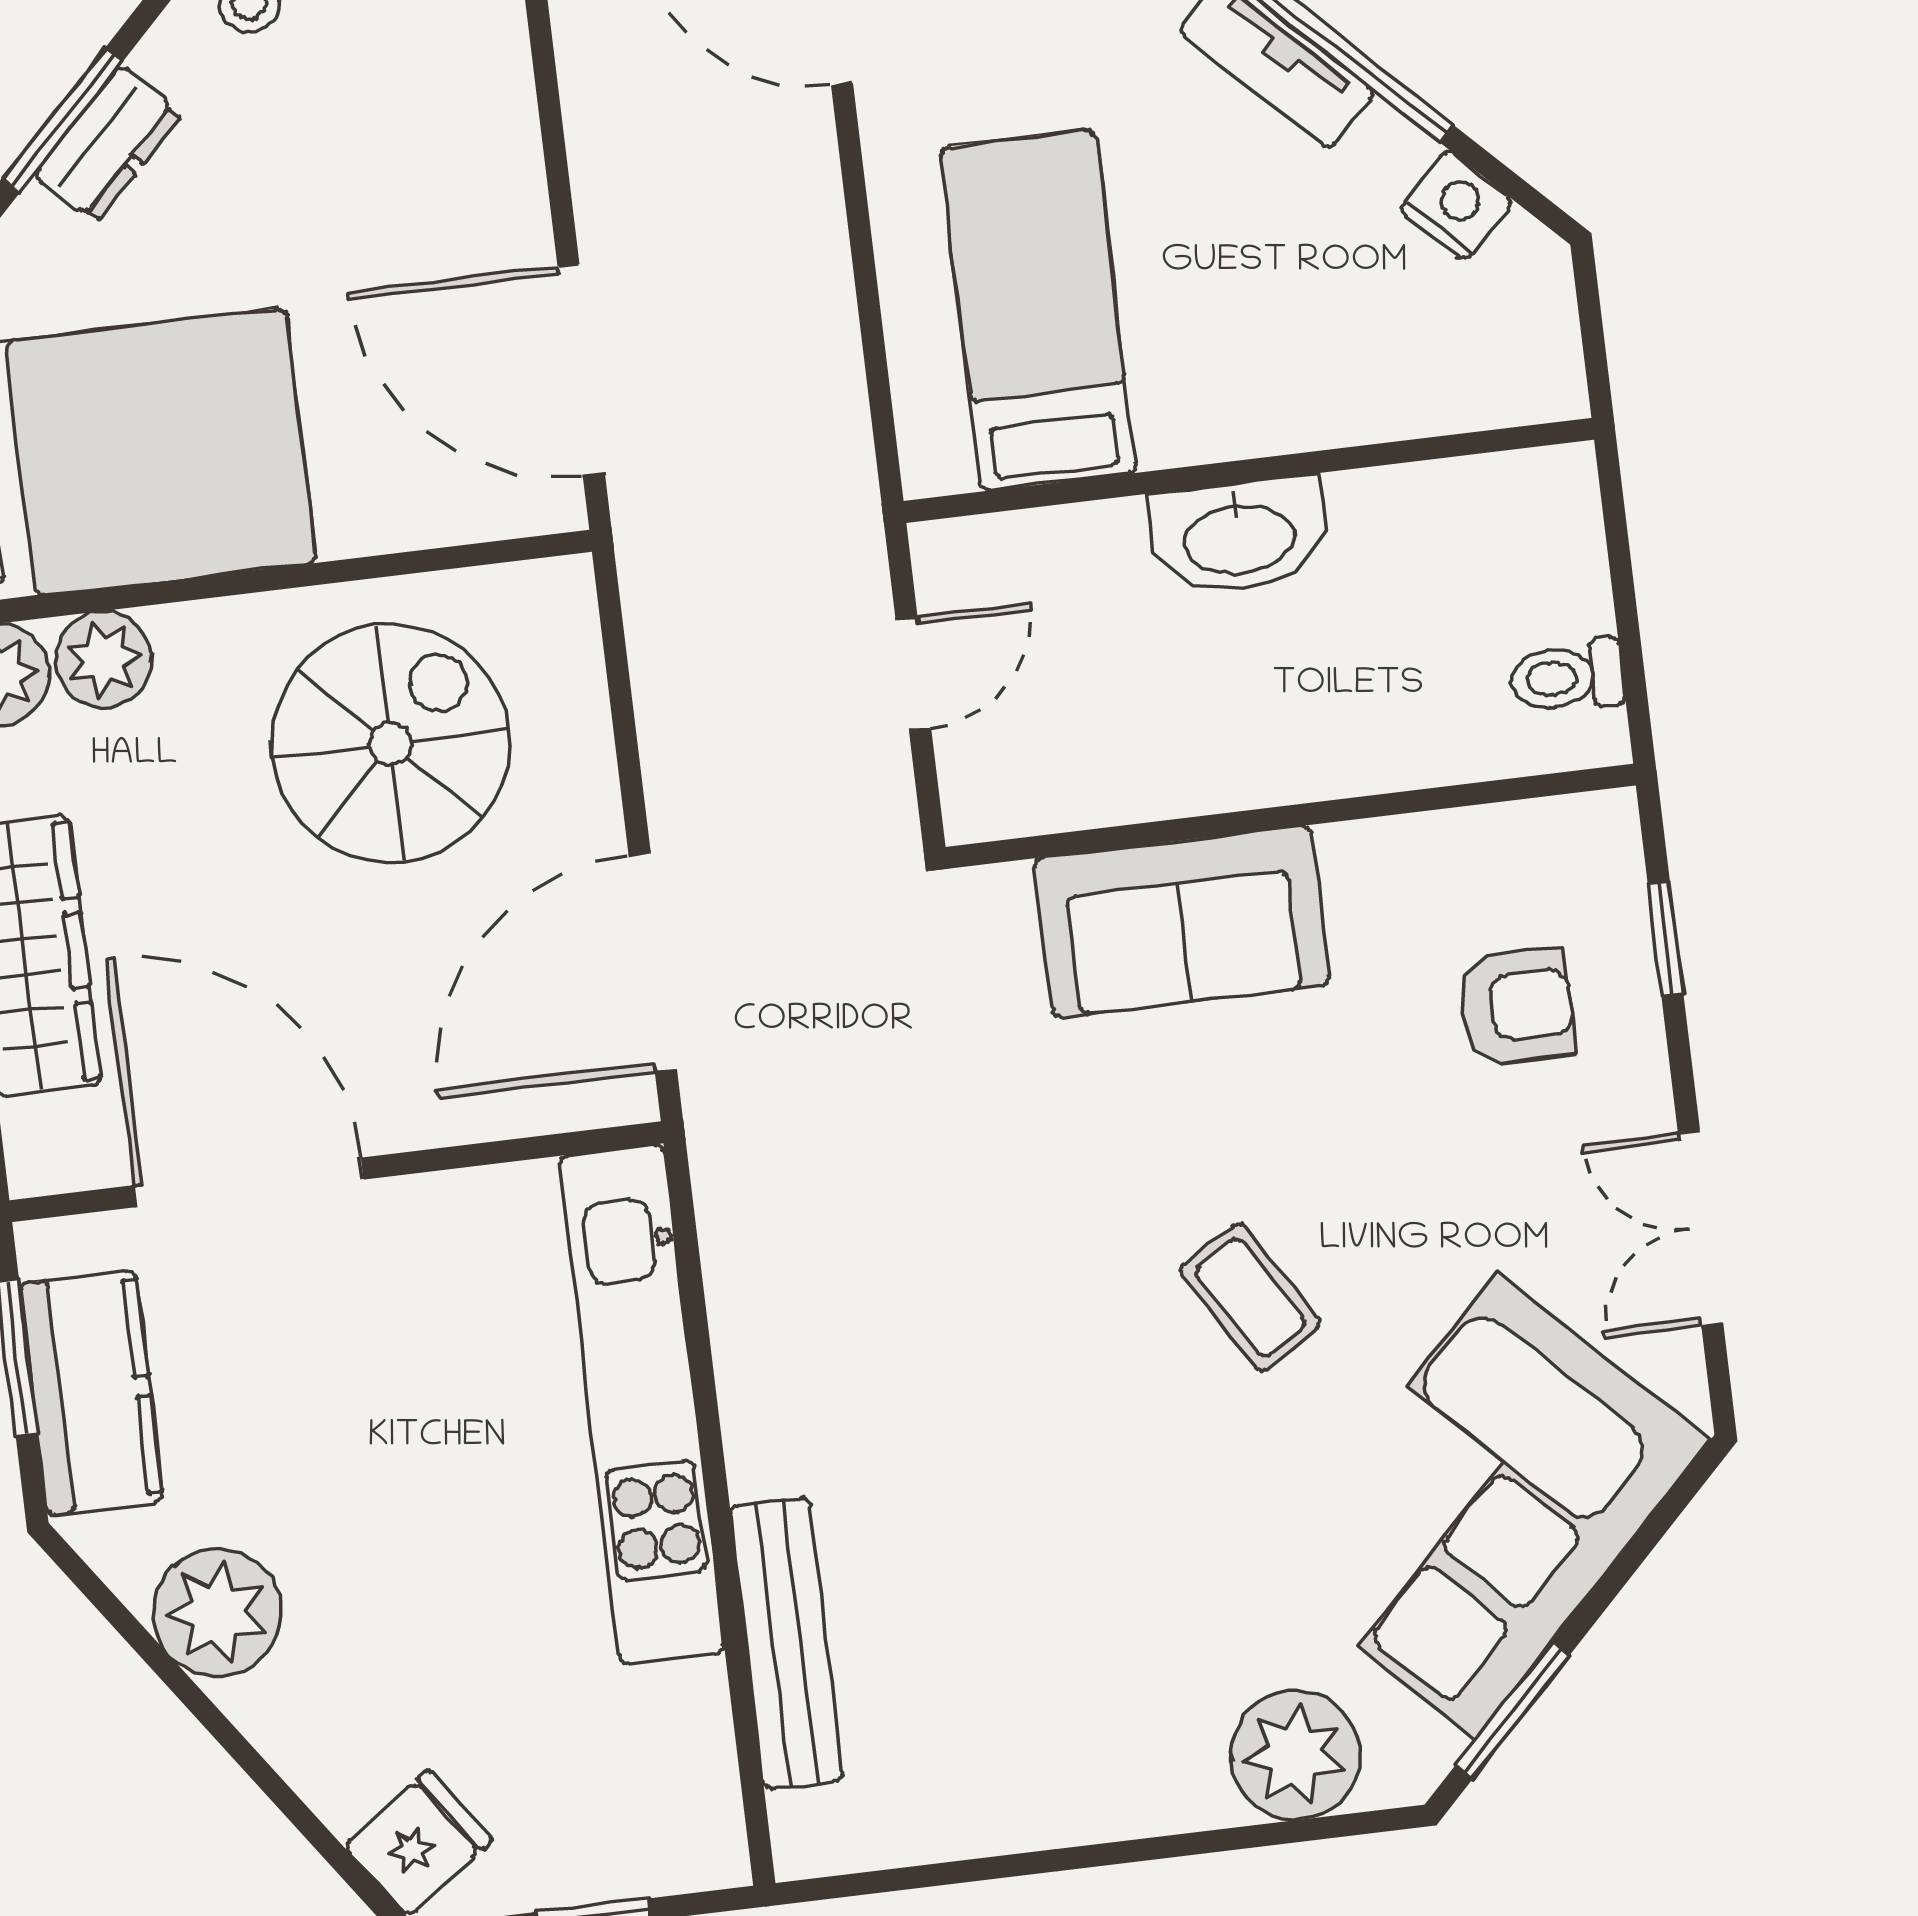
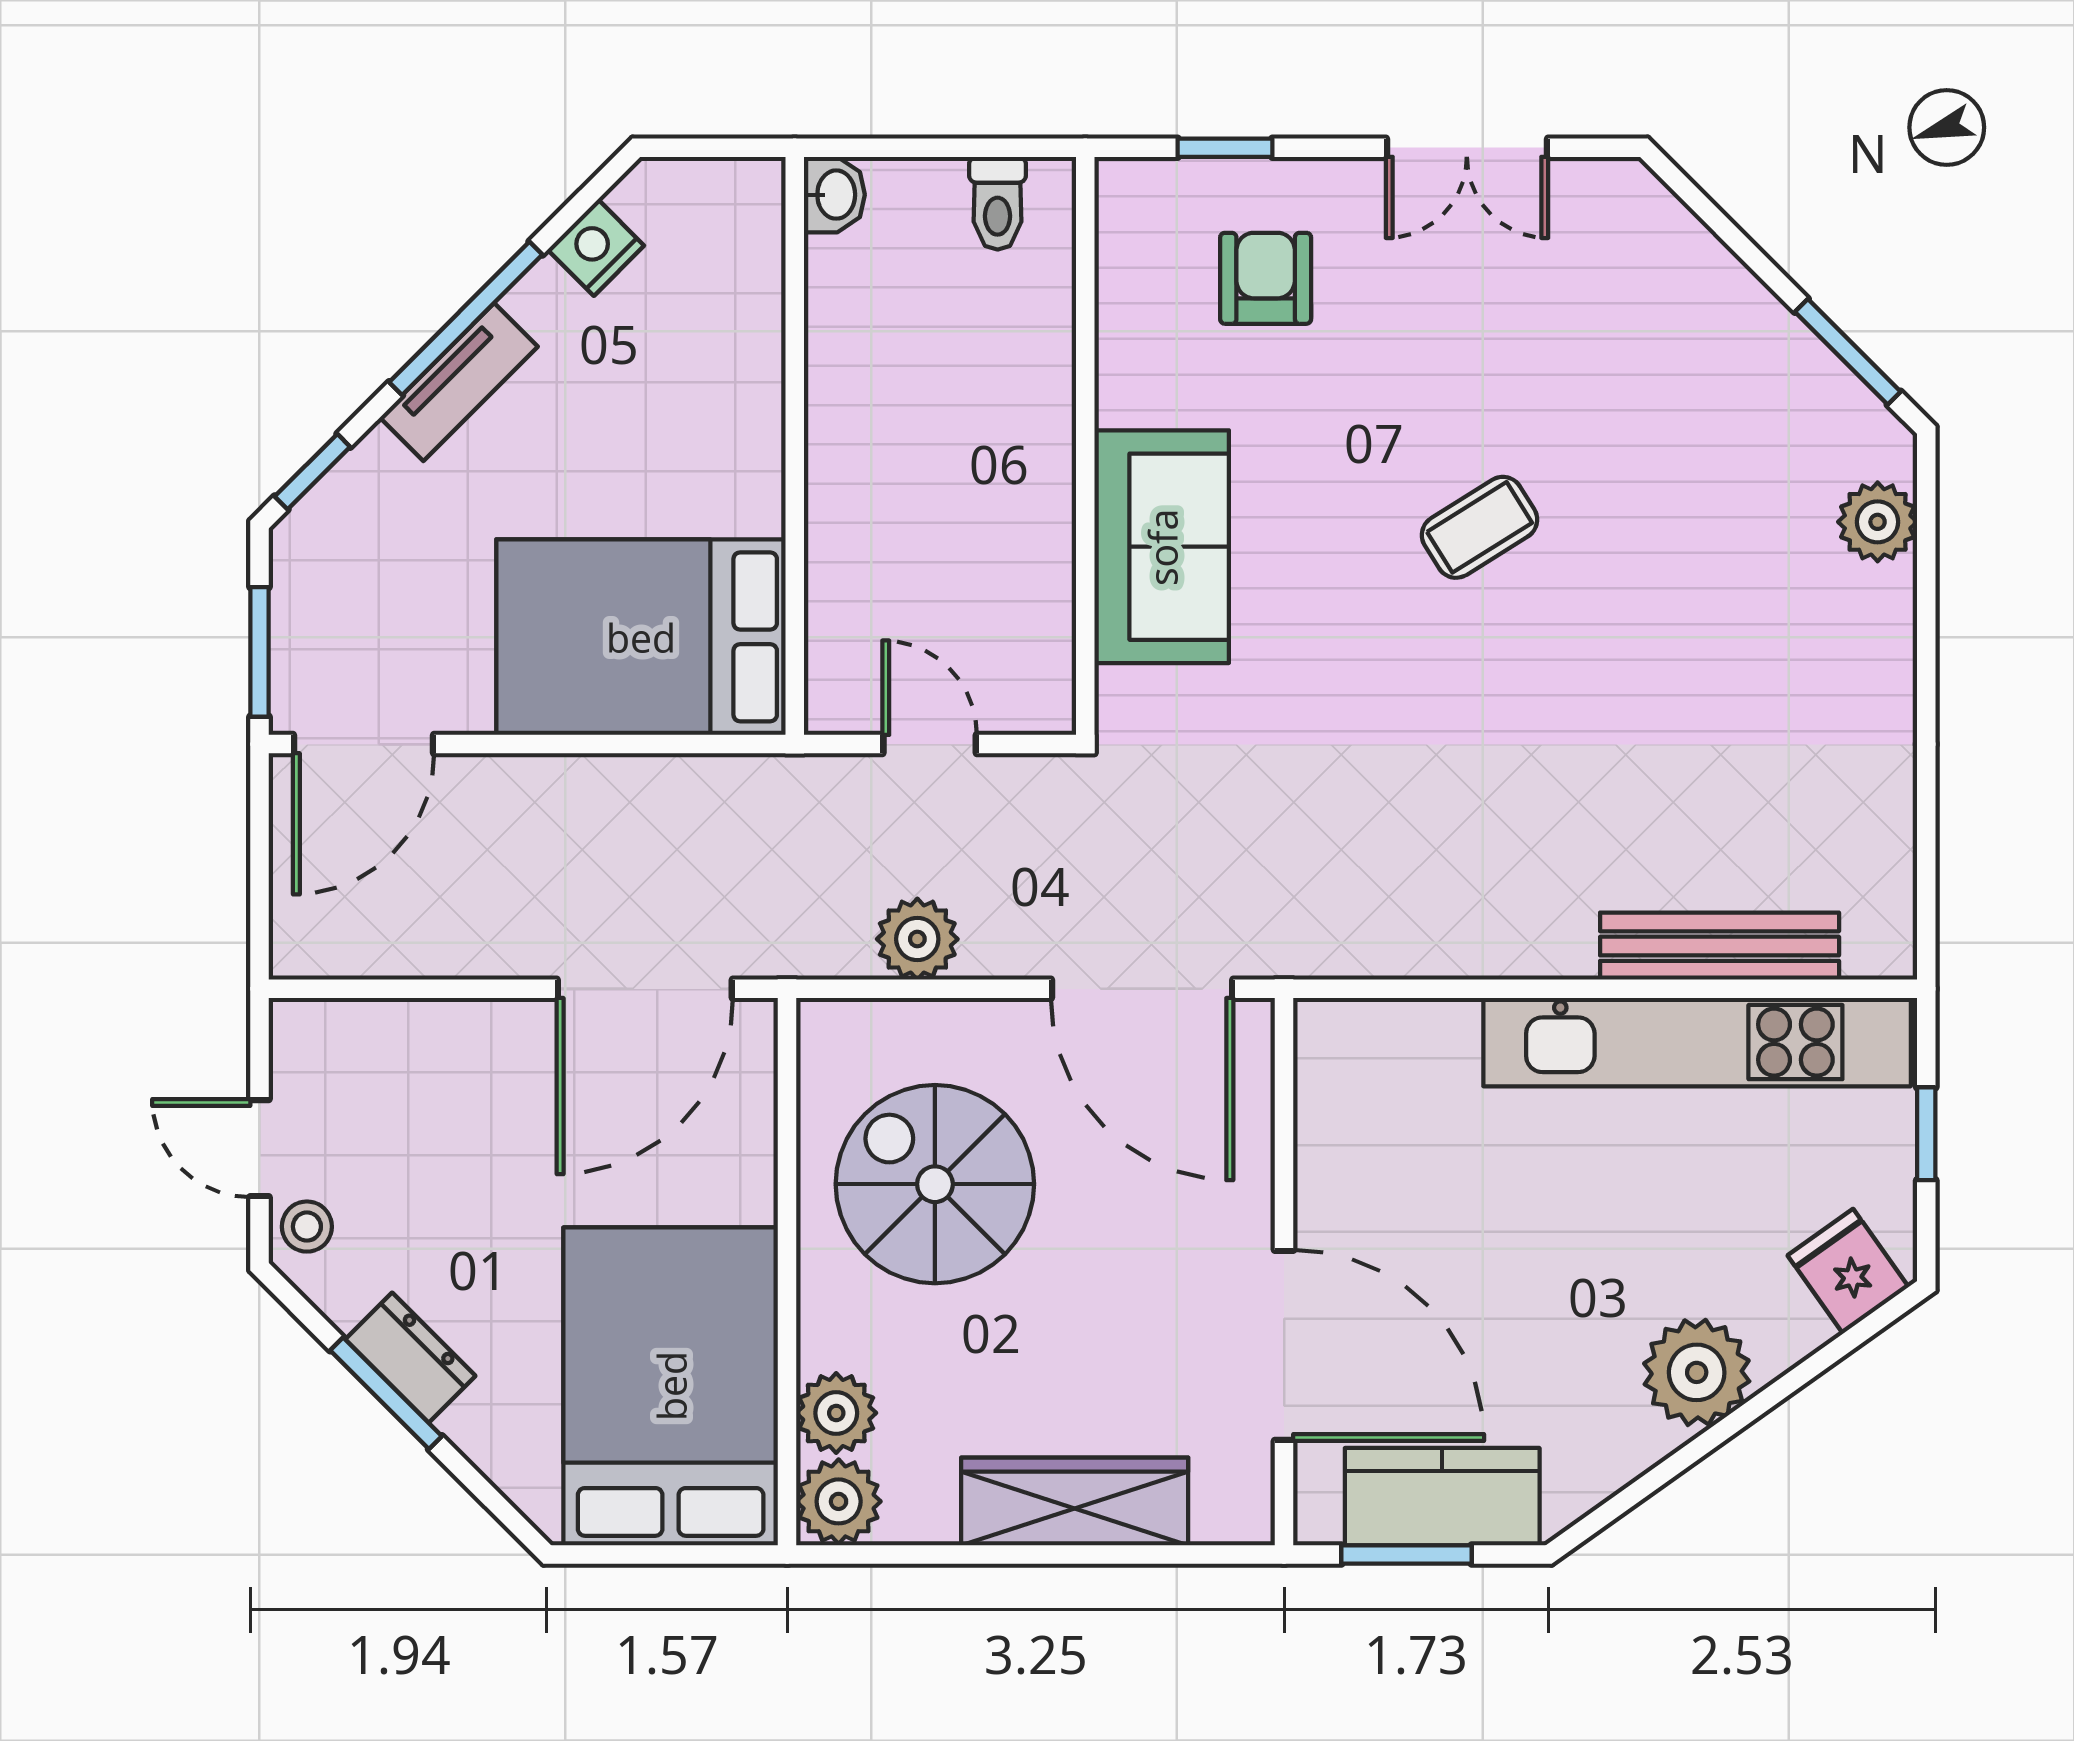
bed: (1038, 310) -> (641, 637), width x1.50
washbasin: (1239, 536) -> (834, 195), moved, width x0.52, depth x0.69
plant: (680, 687) -> (917, 939), added
door: (249, 1182) -> (1284, 1345), swing flipped
kitchen unit: (642, 1404) -> (1697, 1042), moved
corner sofa: (1486, 1506) -> (1676, 353), removed
plant: (217, 1613) -> (1697, 1372), moved
plant: (1295, 1755) -> (1878, 522), width x0.73, depth x0.73

